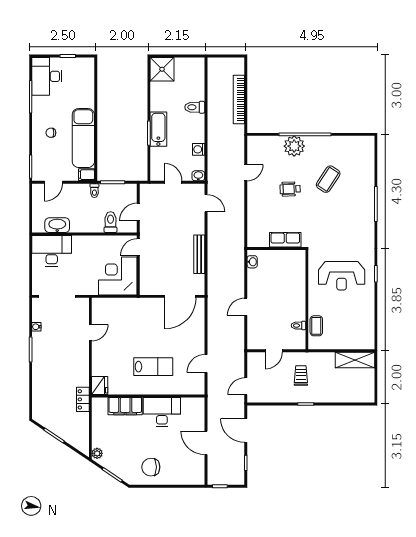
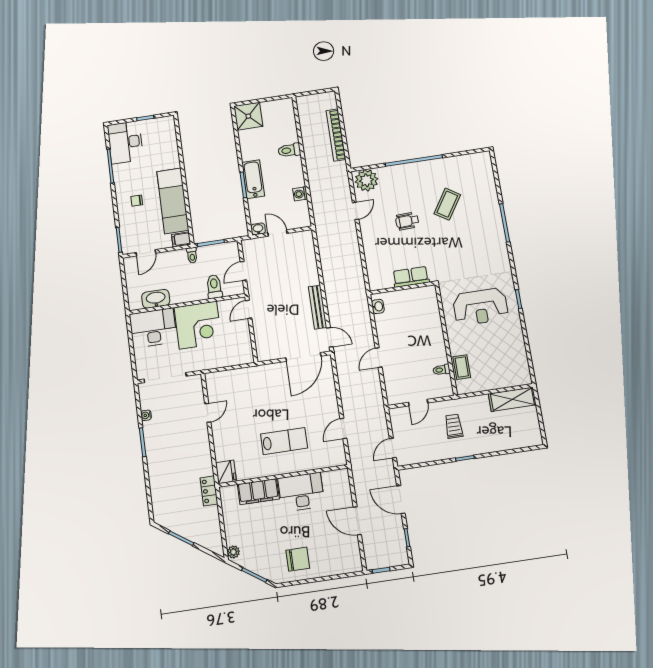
plant: (294, 146) -> (366, 180), moved
washbasin: (198, 176) -> (258, 229), moved
door: (206, 203) -> (330, 337), moved
corner desk: (118, 276) -> (198, 325), moved, turned 180
chair: (151, 467) -> (298, 559), turned 180

